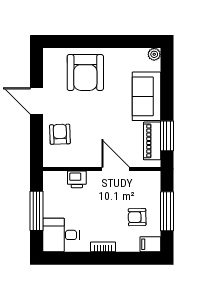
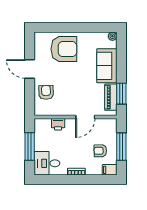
armchair: (85, 72) -> (64, 49), turned -90
door: (116, 169) -> (85, 117), swing flipped

